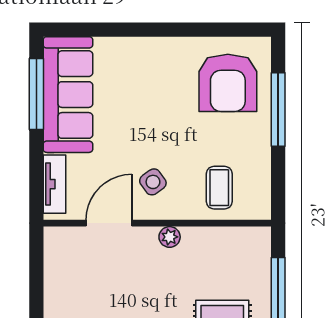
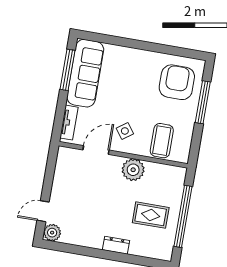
armchair: (228, 83) -> (177, 82), turned 180
coffee table: (219, 188) -> (162, 141), width x1.36, depth x1.30
plant: (170, 237) -> (133, 170), width x1.87, depth x1.87

